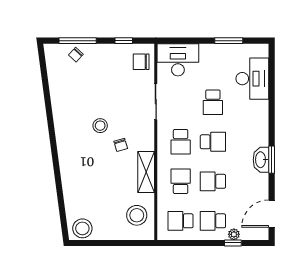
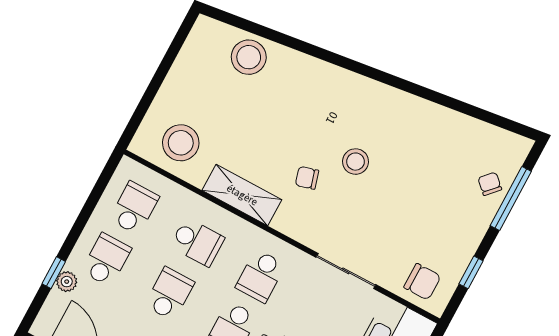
chair: (141, 62) -> (422, 282), turned 90
school desk: (181, 142) -> (260, 276), turned -90
stool: (82, 228) -> (249, 57), moved

